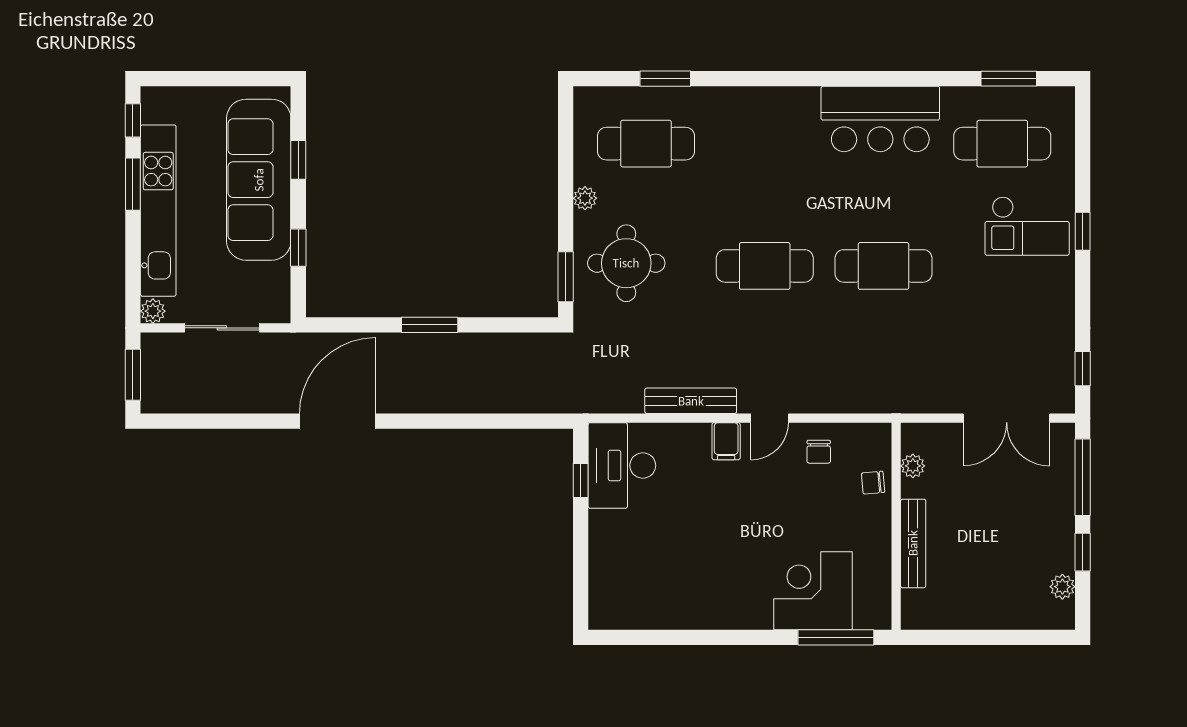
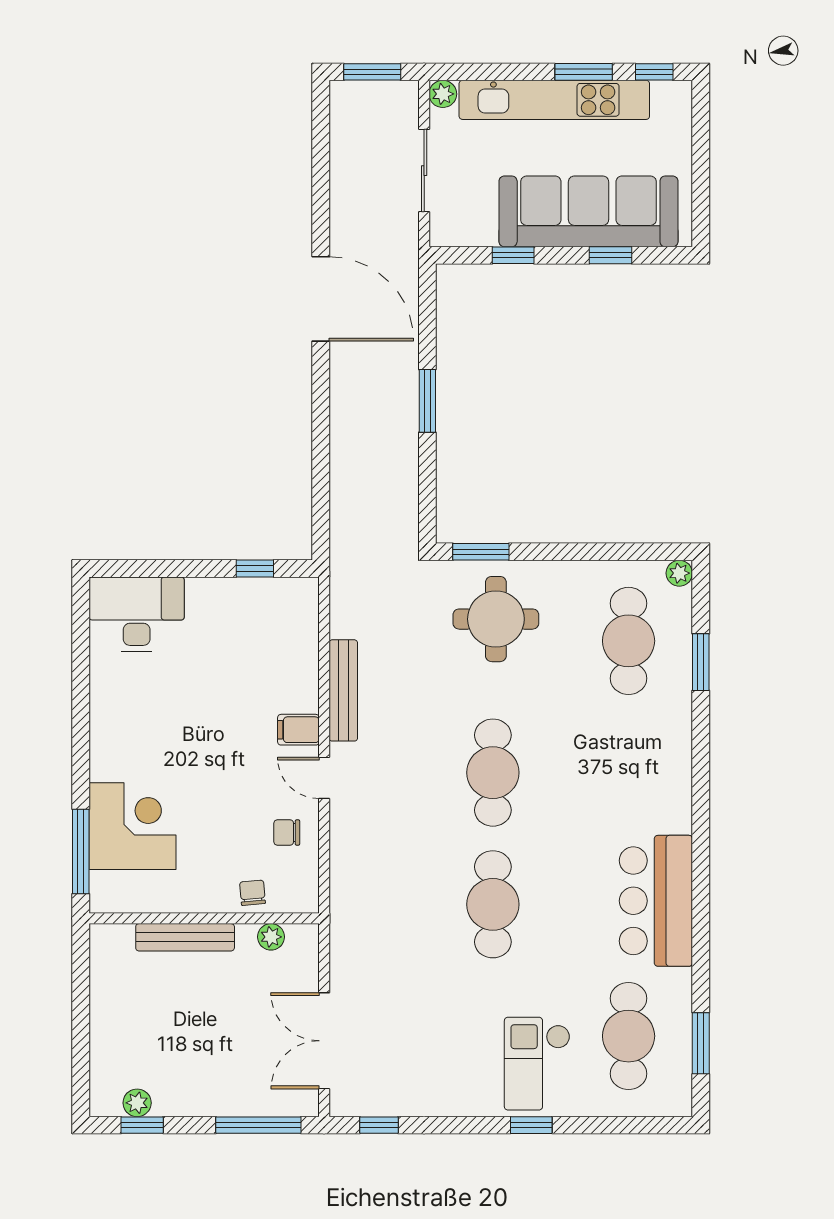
plant: (585, 198) -> (679, 573), moved
desk: (622, 465) -> (137, 614), moved
window: (1083, 552) -> (142, 1125), moved

